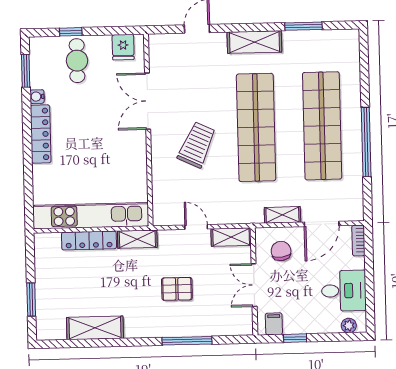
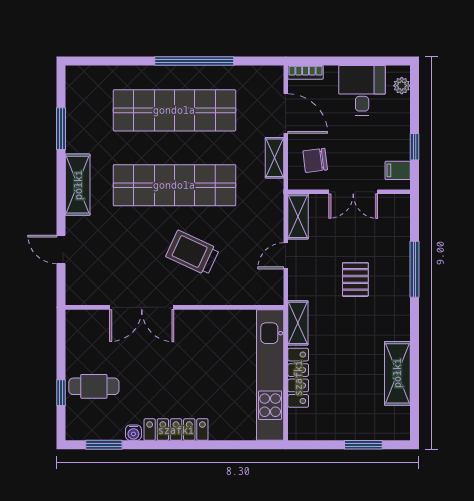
fridge: (123, 47) -> (80, 334), removed

